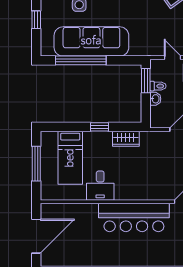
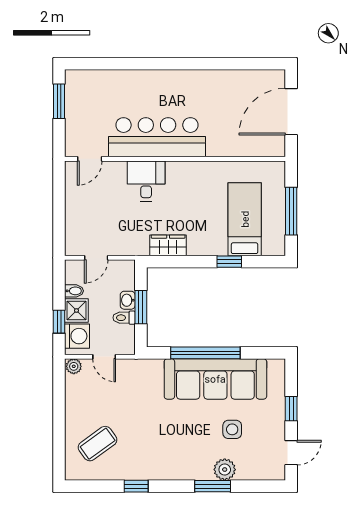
window: (81, 60) -> (205, 353), moved
window: (146, 81) -> (141, 307), moved
window: (99, 127) -> (229, 262), moved
desk: (100, 186) -> (146, 181), moved

